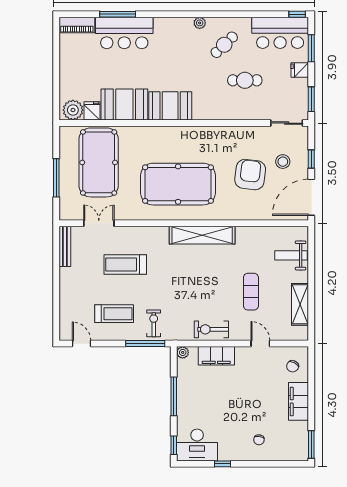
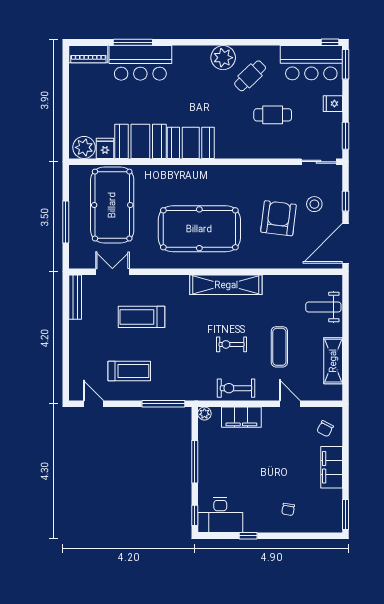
plant: (200, 23) -> (223, 58), width x1.87, depth x1.87
window: (311, 48) -> (346, 64), moved
exercise bike: (154, 323) -> (232, 344), moved, turned -90

